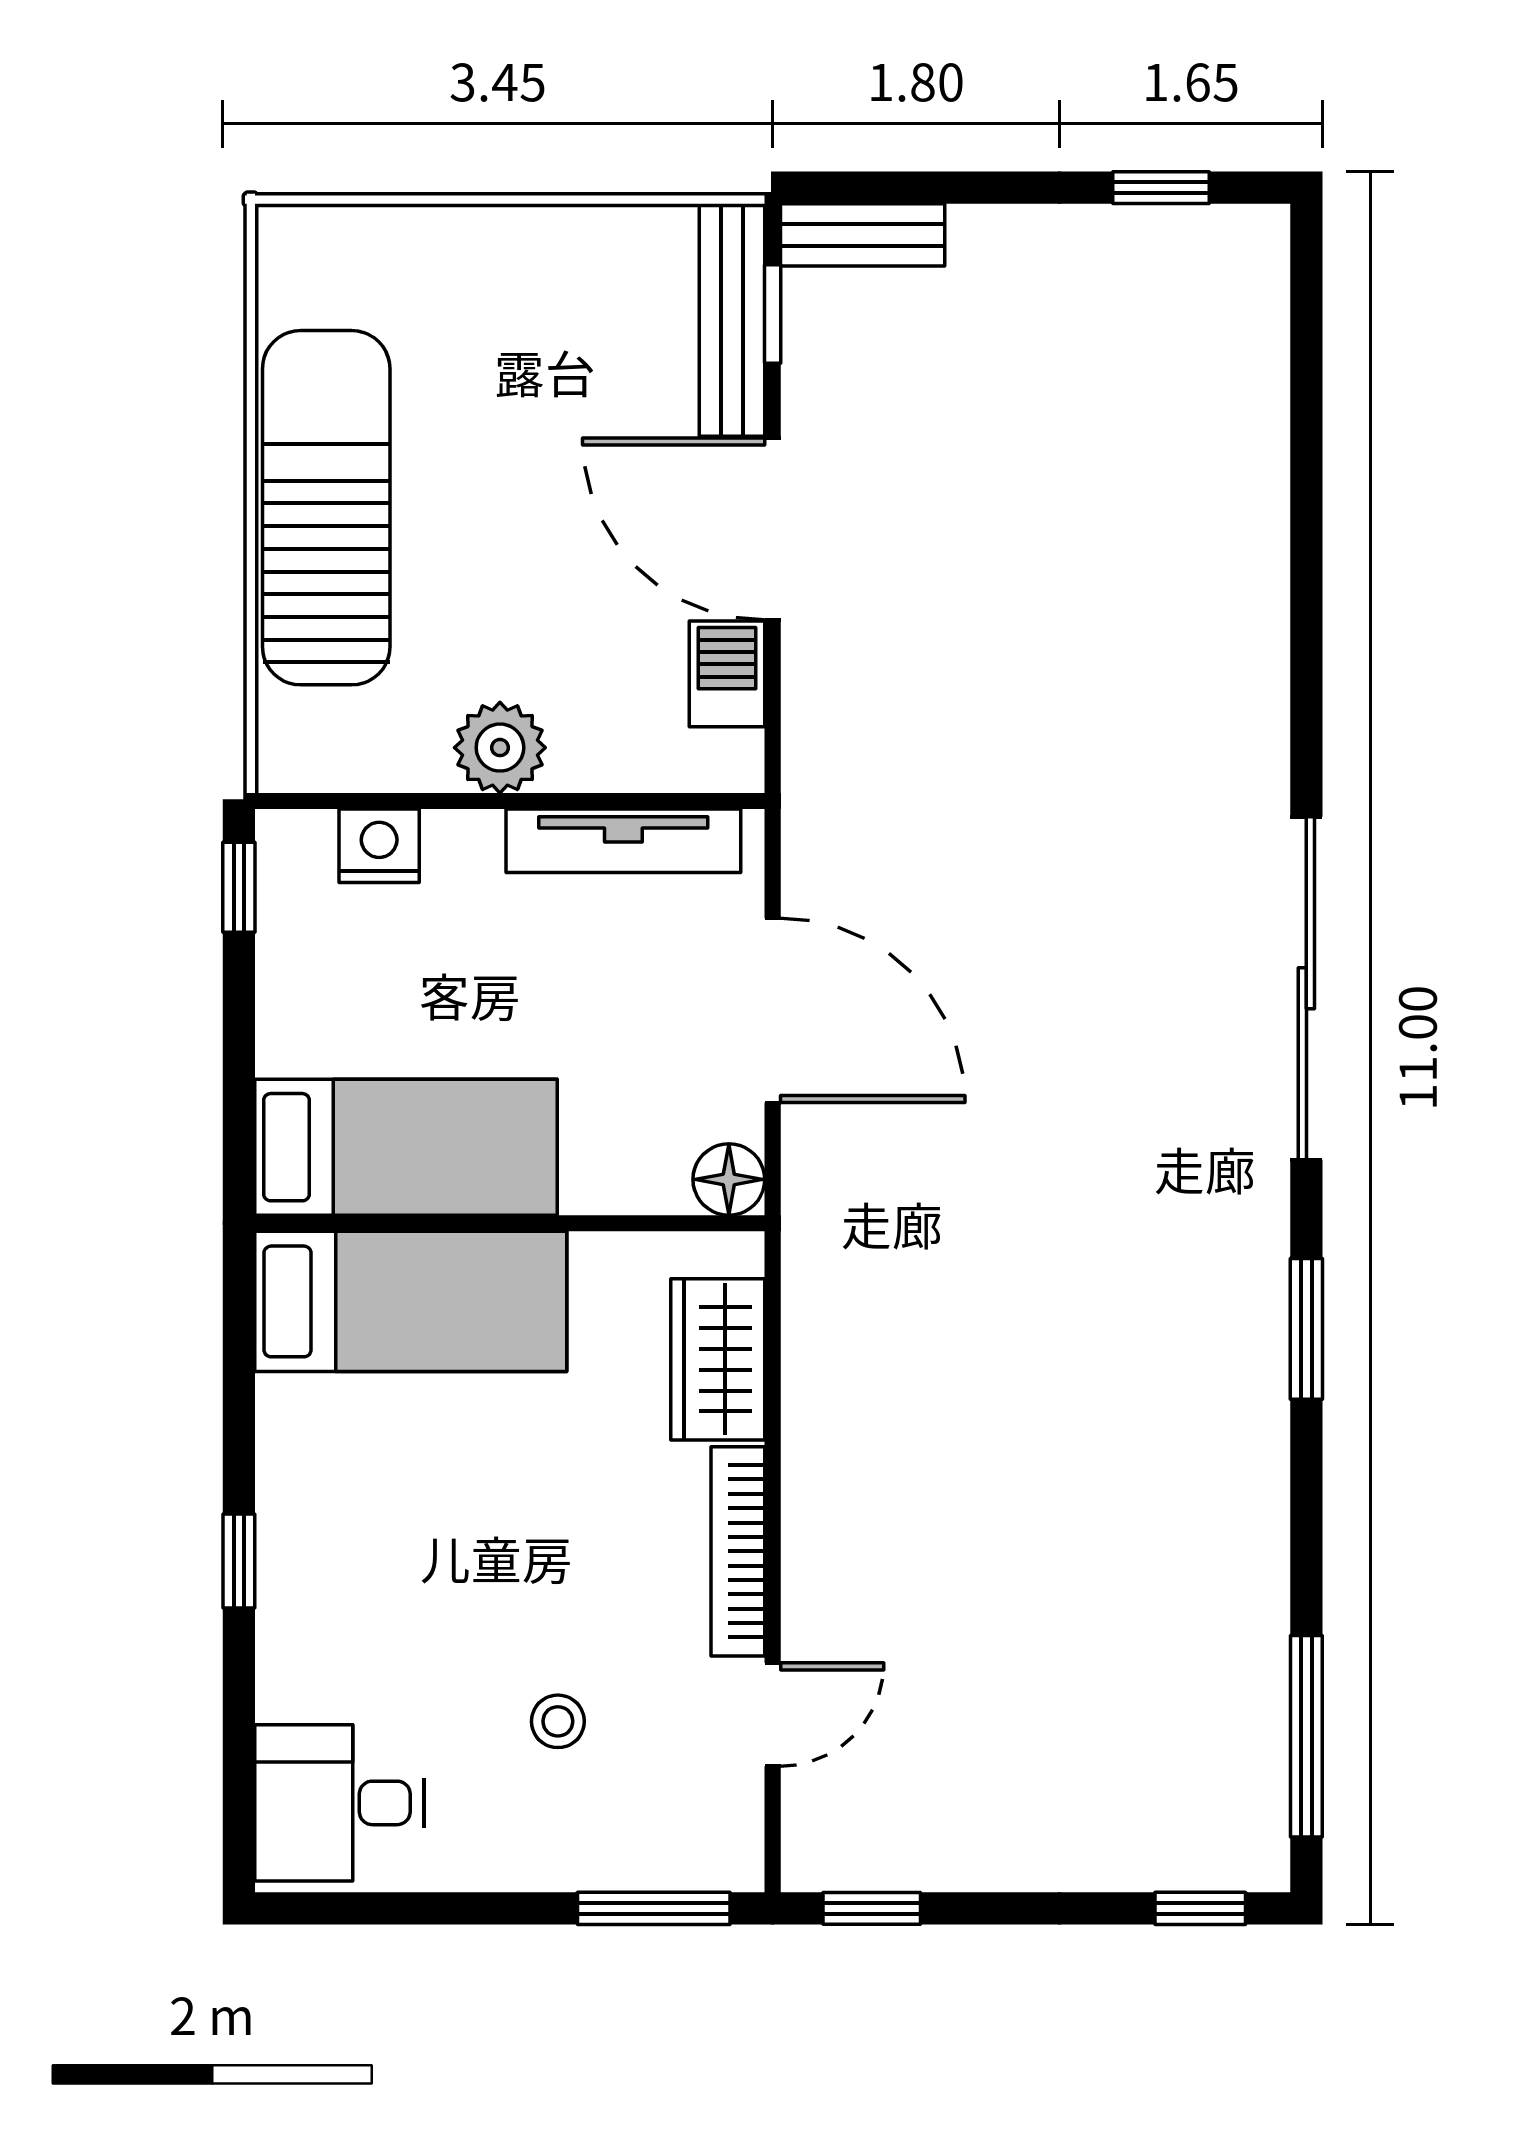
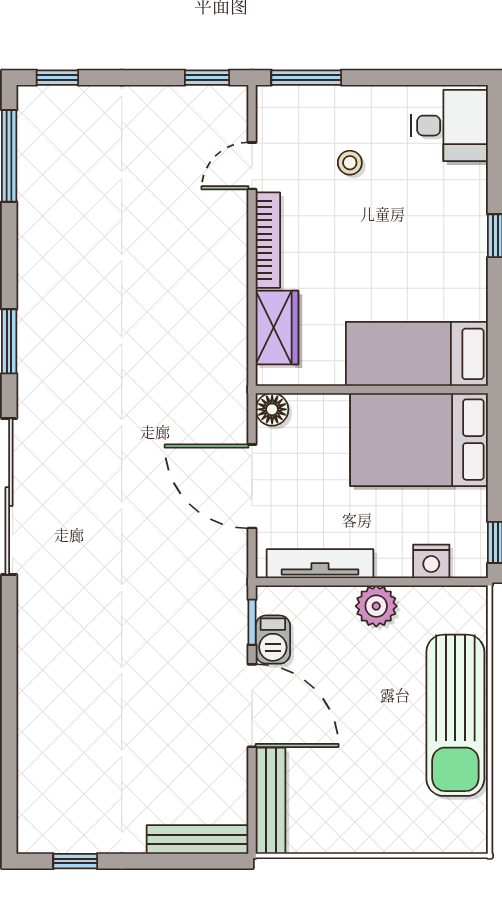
bench: (863, 235) -> (198, 839), width x1.36
window: (773, 314) -> (252, 622), moved
bed: (406, 1147) -> (419, 440), width x1.50

